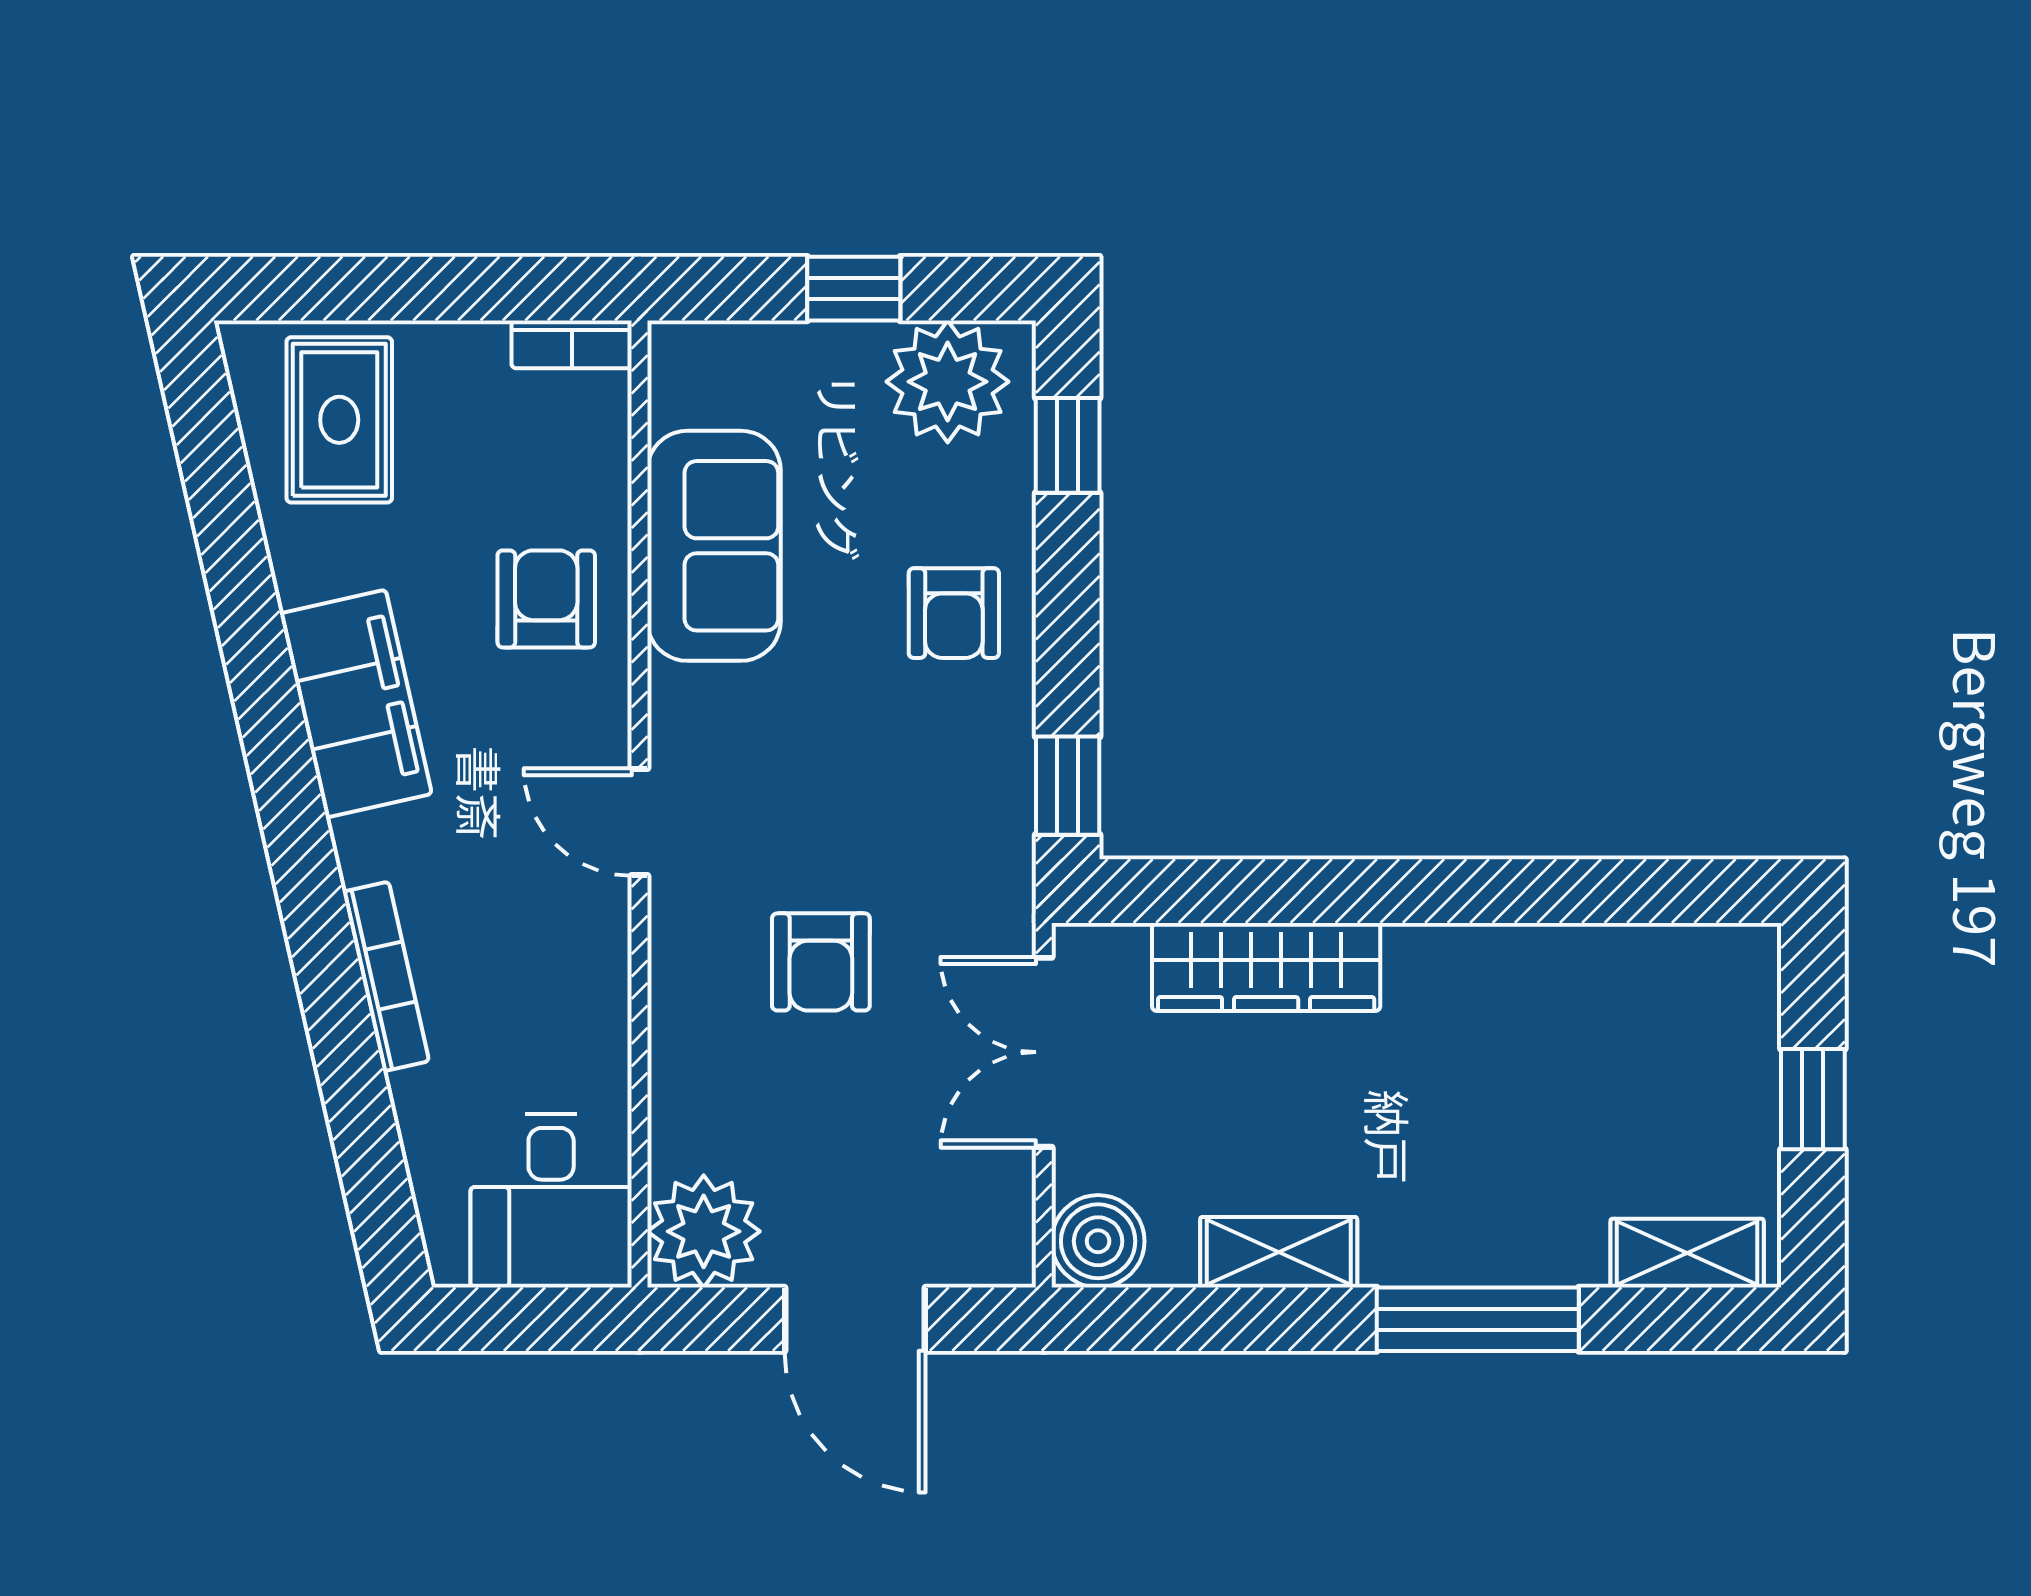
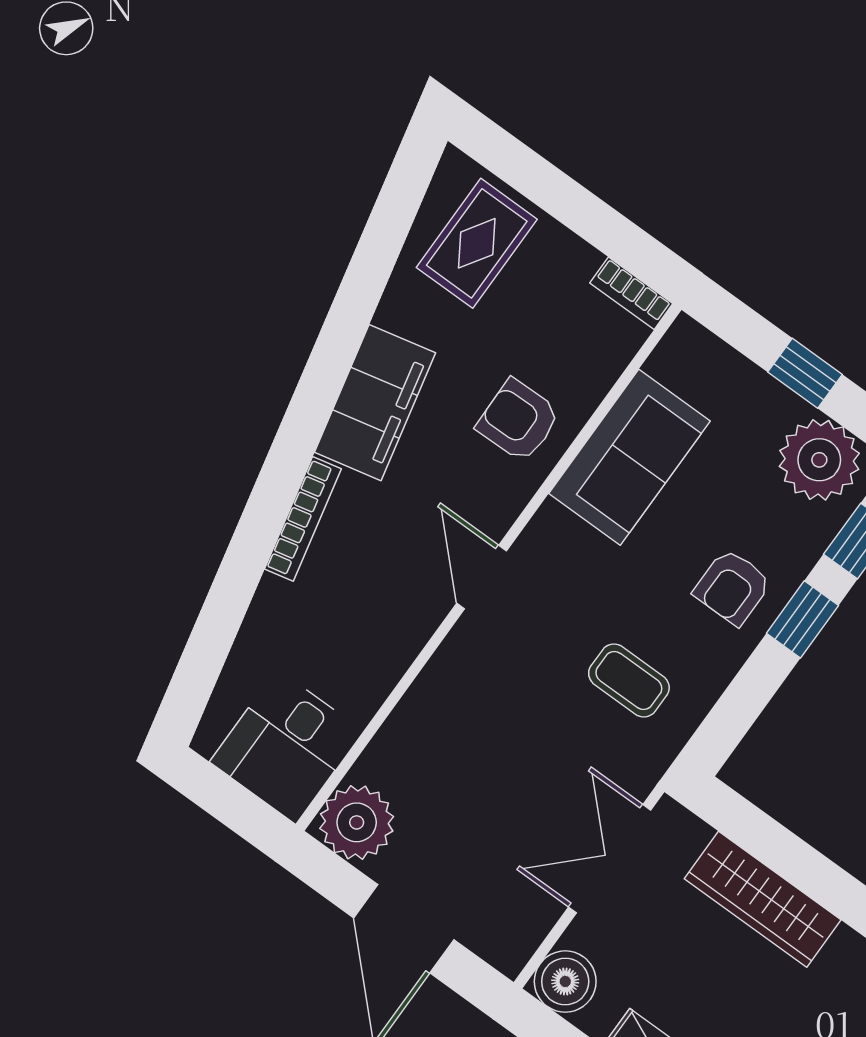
armchair: (546, 599) -> (518, 420), turned -91
window: (1068, 786) -> (802, 619), moved
coffee table: (910, 818) -> (629, 680), added
armchair: (821, 962) -> (525, 723), removed
bookcase: (386, 976) -> (303, 519), moved

